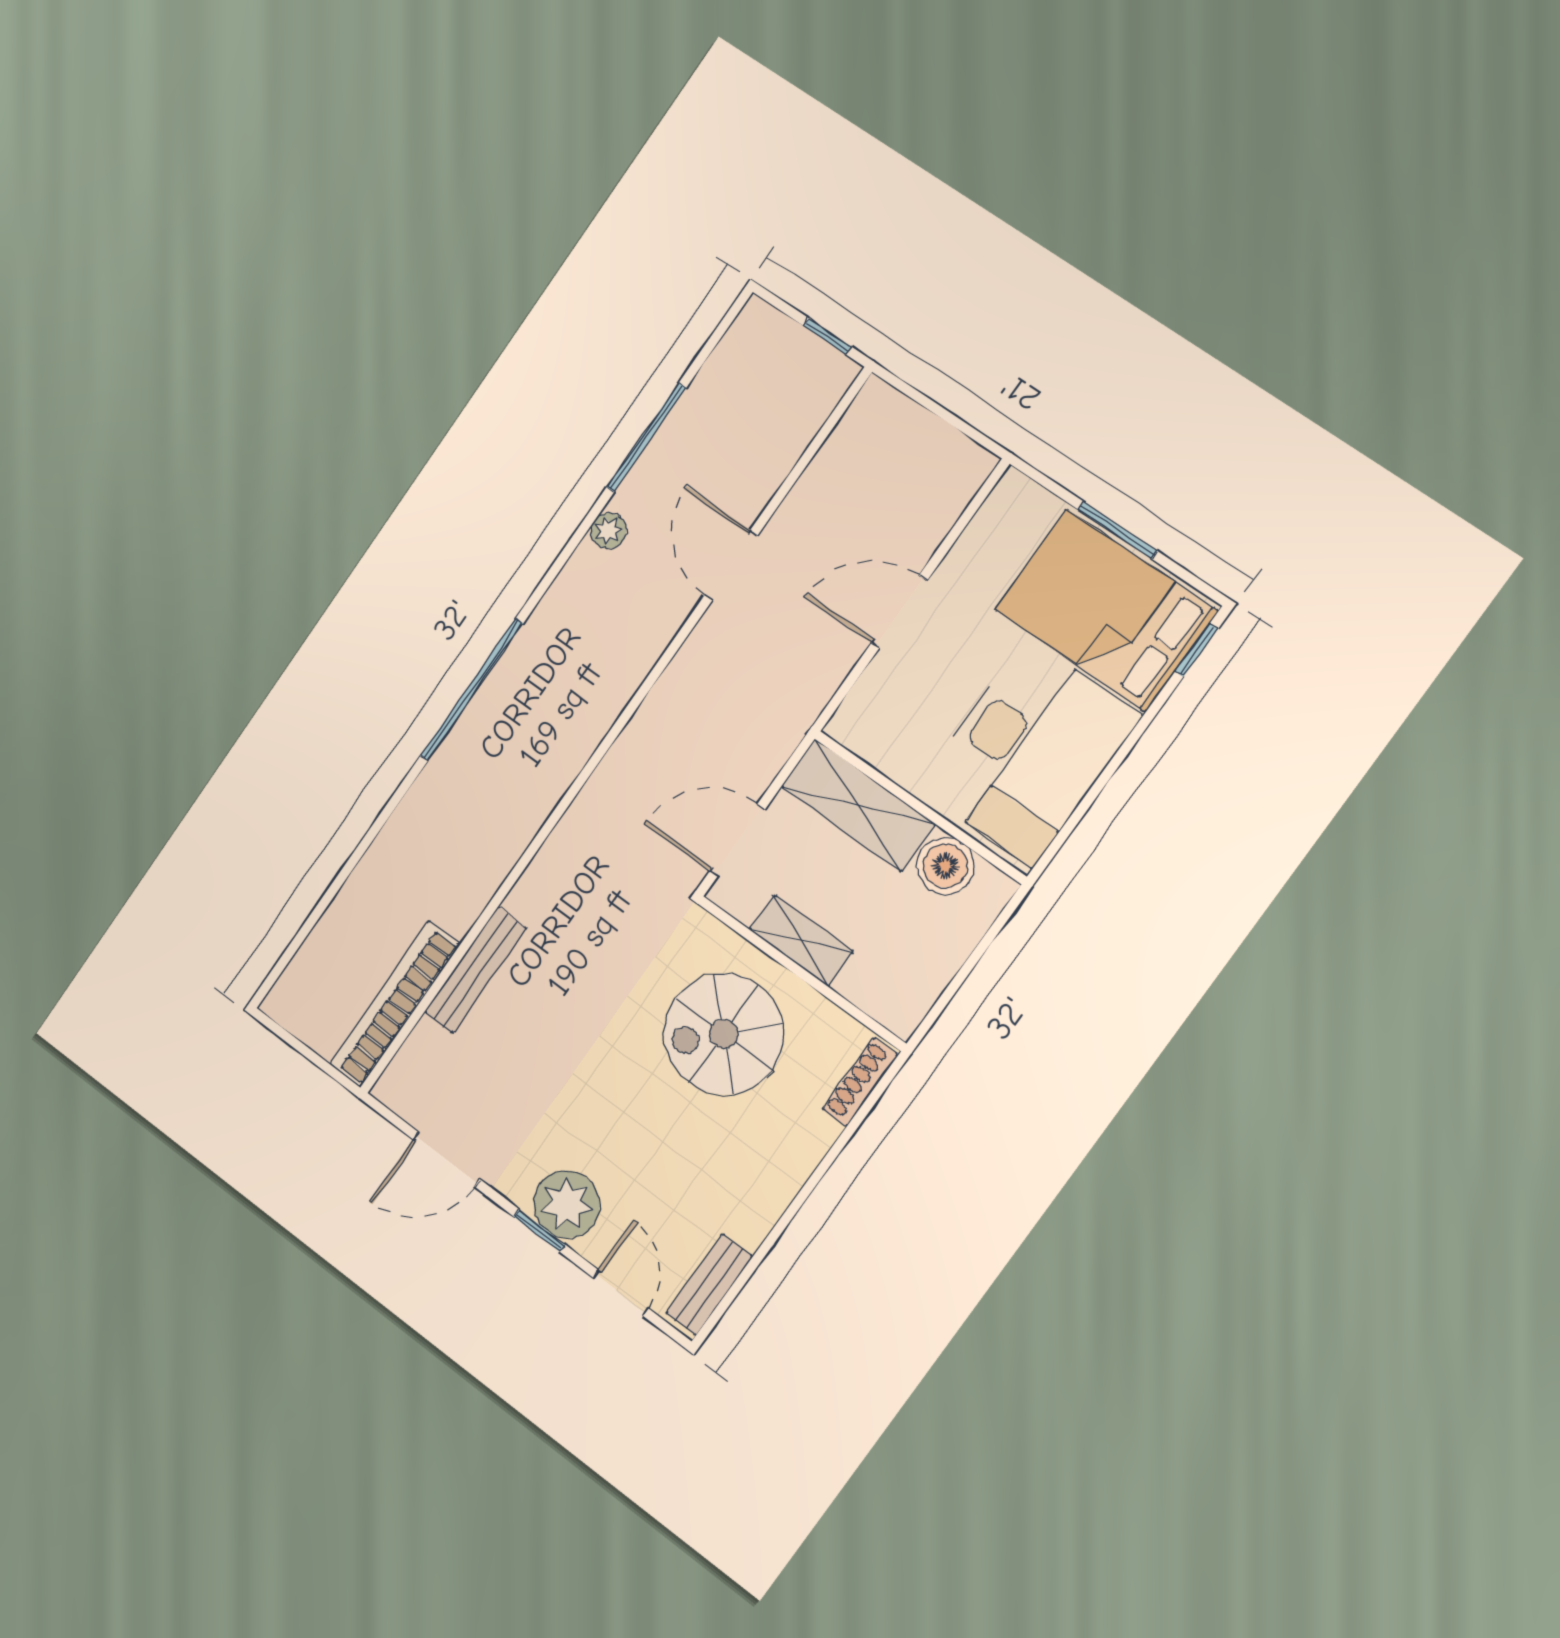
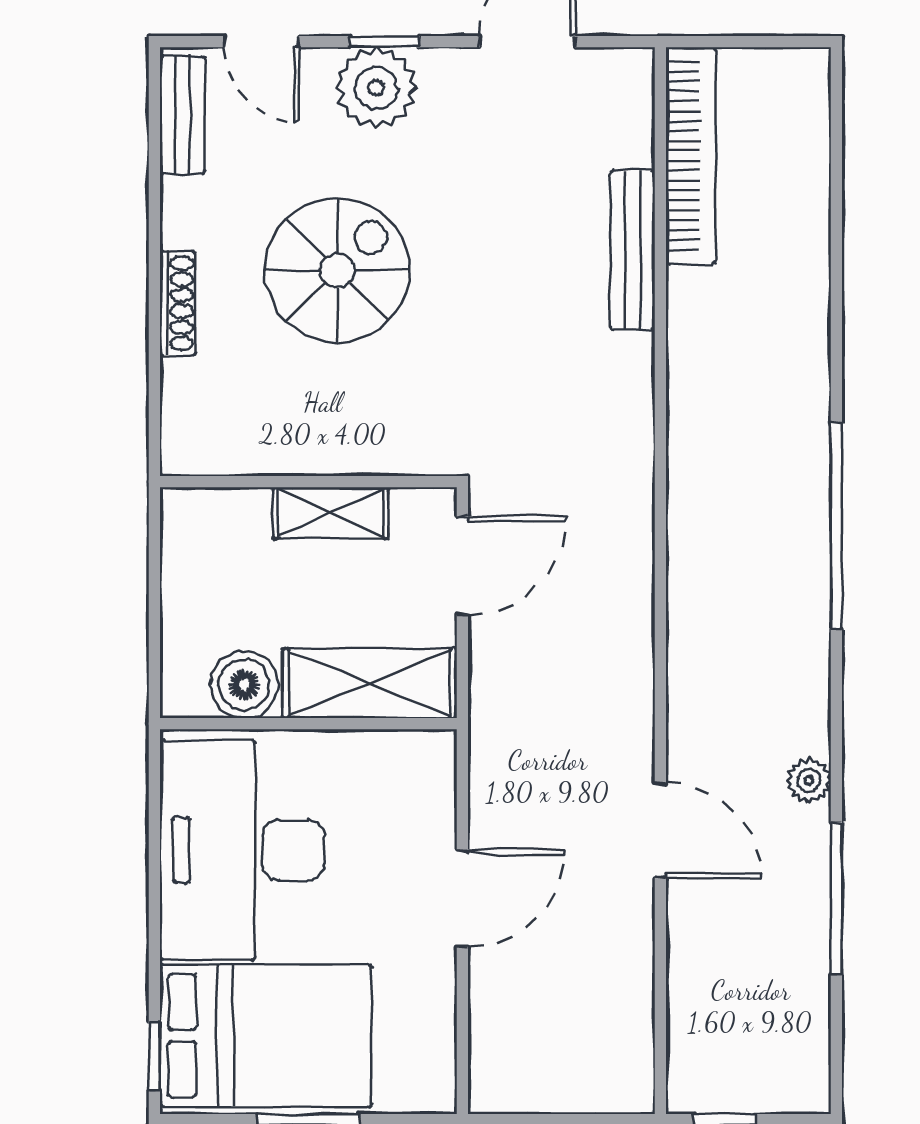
spiral stairs: (724, 1034) -> (337, 271), moved
shoe rack: (860, 1082) -> (178, 303), moved

